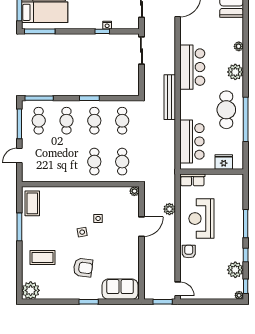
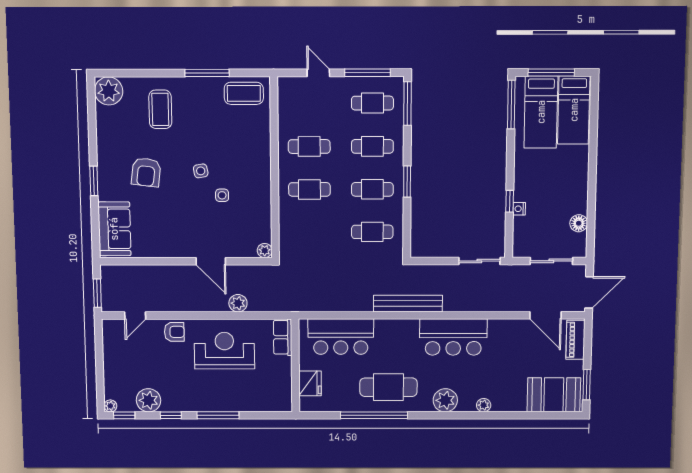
cafe table: (122, 162) -> (309, 147), moved
door: (178, 289) -> (135, 315), moved

